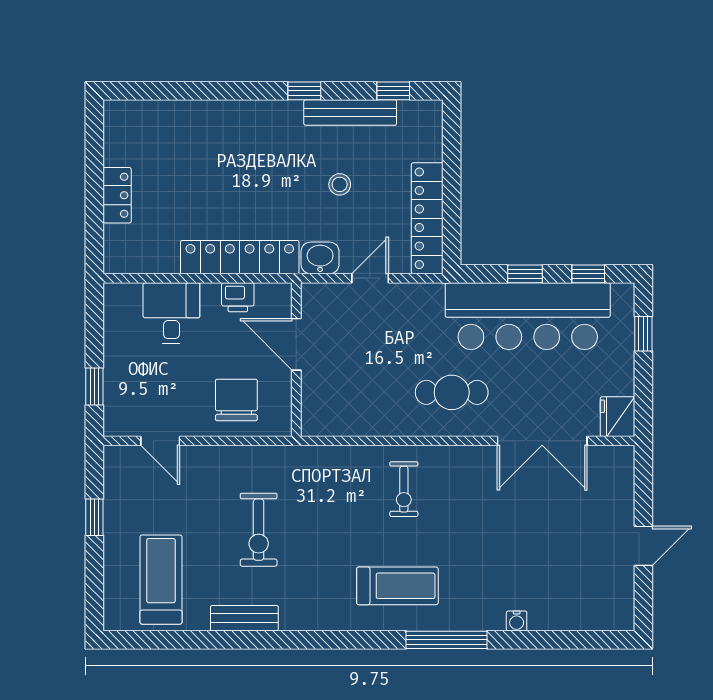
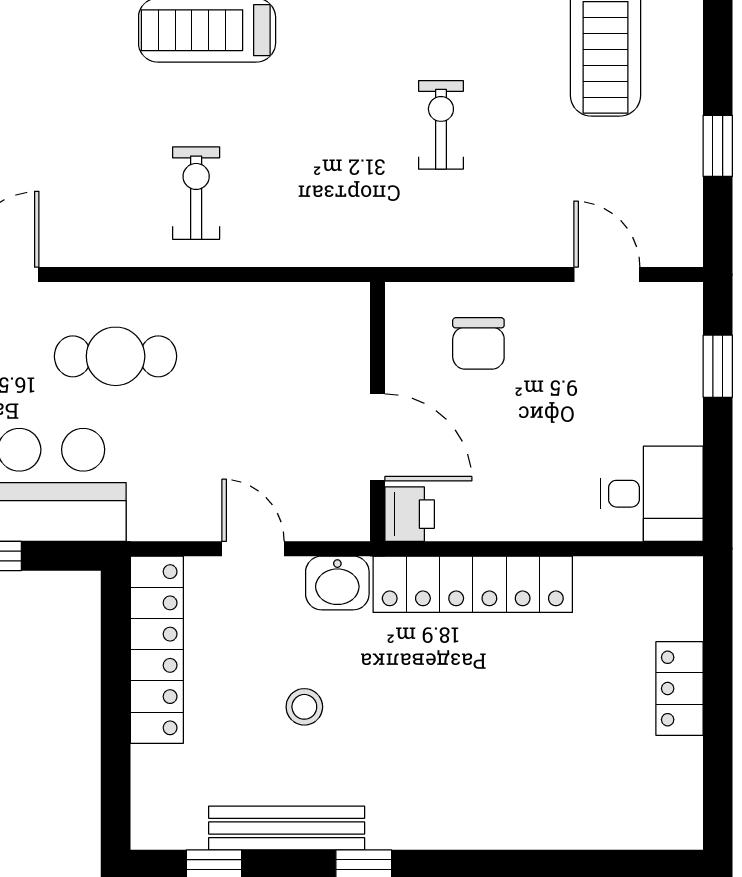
door: (370, 278) -> (253, 549), swing flipped
printer: (238, 297) -> (410, 514), moved, turned 90
desk: (171, 313) -> (652, 494), moved, turned -90
chair: (236, 400) -> (478, 343), width x0.73, depth x0.73
exercise bike: (259, 530) -> (441, 125), width x0.73, depth x0.72

